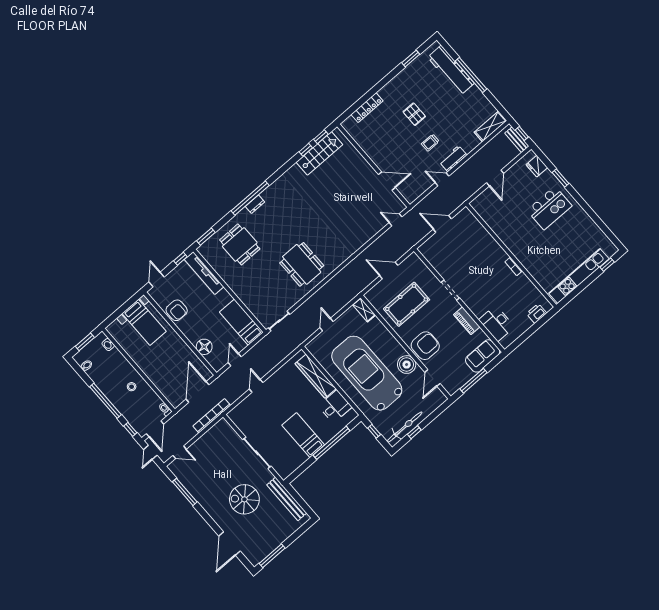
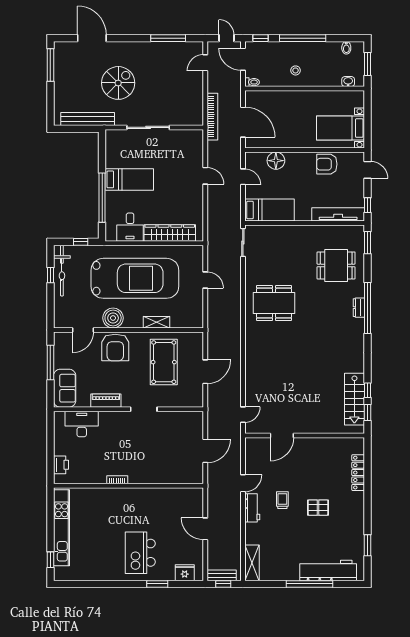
shelving: (364, 310) -> (156, 322), moved
door: (432, 378) -> (83, 330), swing flipped

